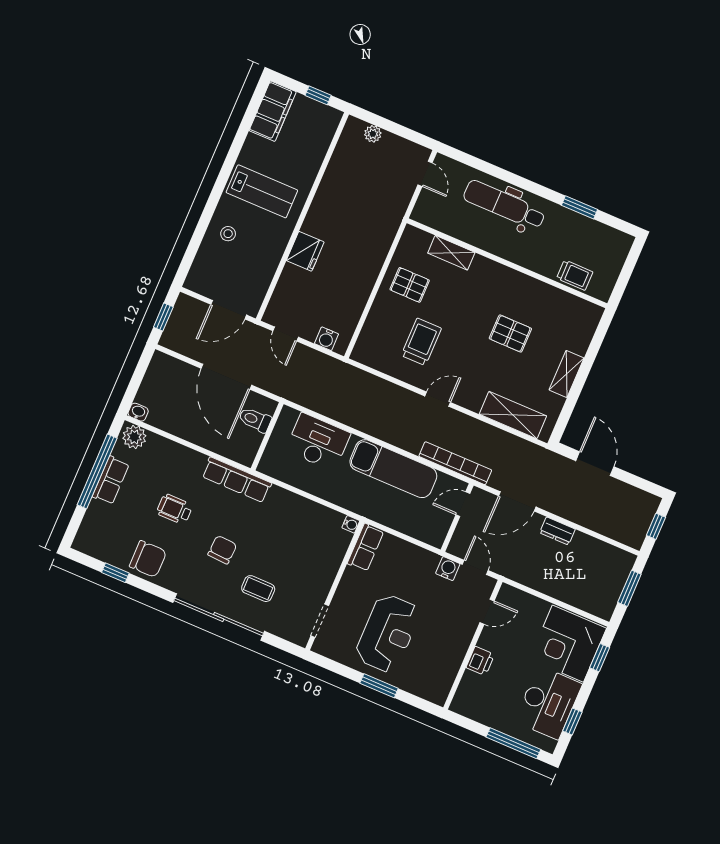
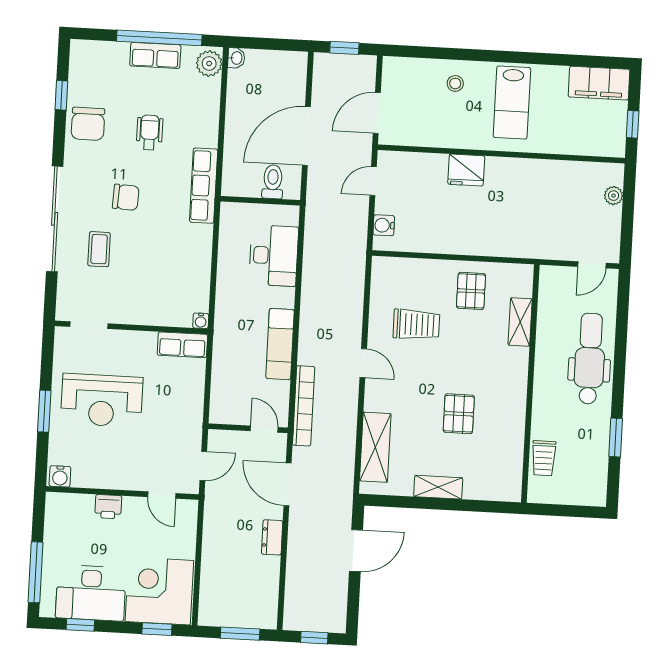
door: (229, 310) -> (377, 113), hinge flipped
exam couch: (393, 469) -> (280, 344), width x0.73, depth x0.69
water cooler: (448, 569) -> (60, 476), moved, turned 90

